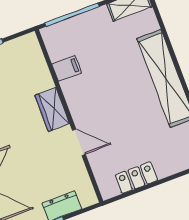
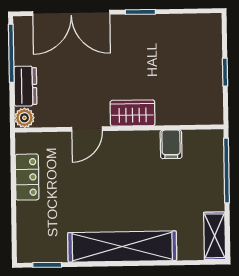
plant: (88, 197) -> (24, 118), added

